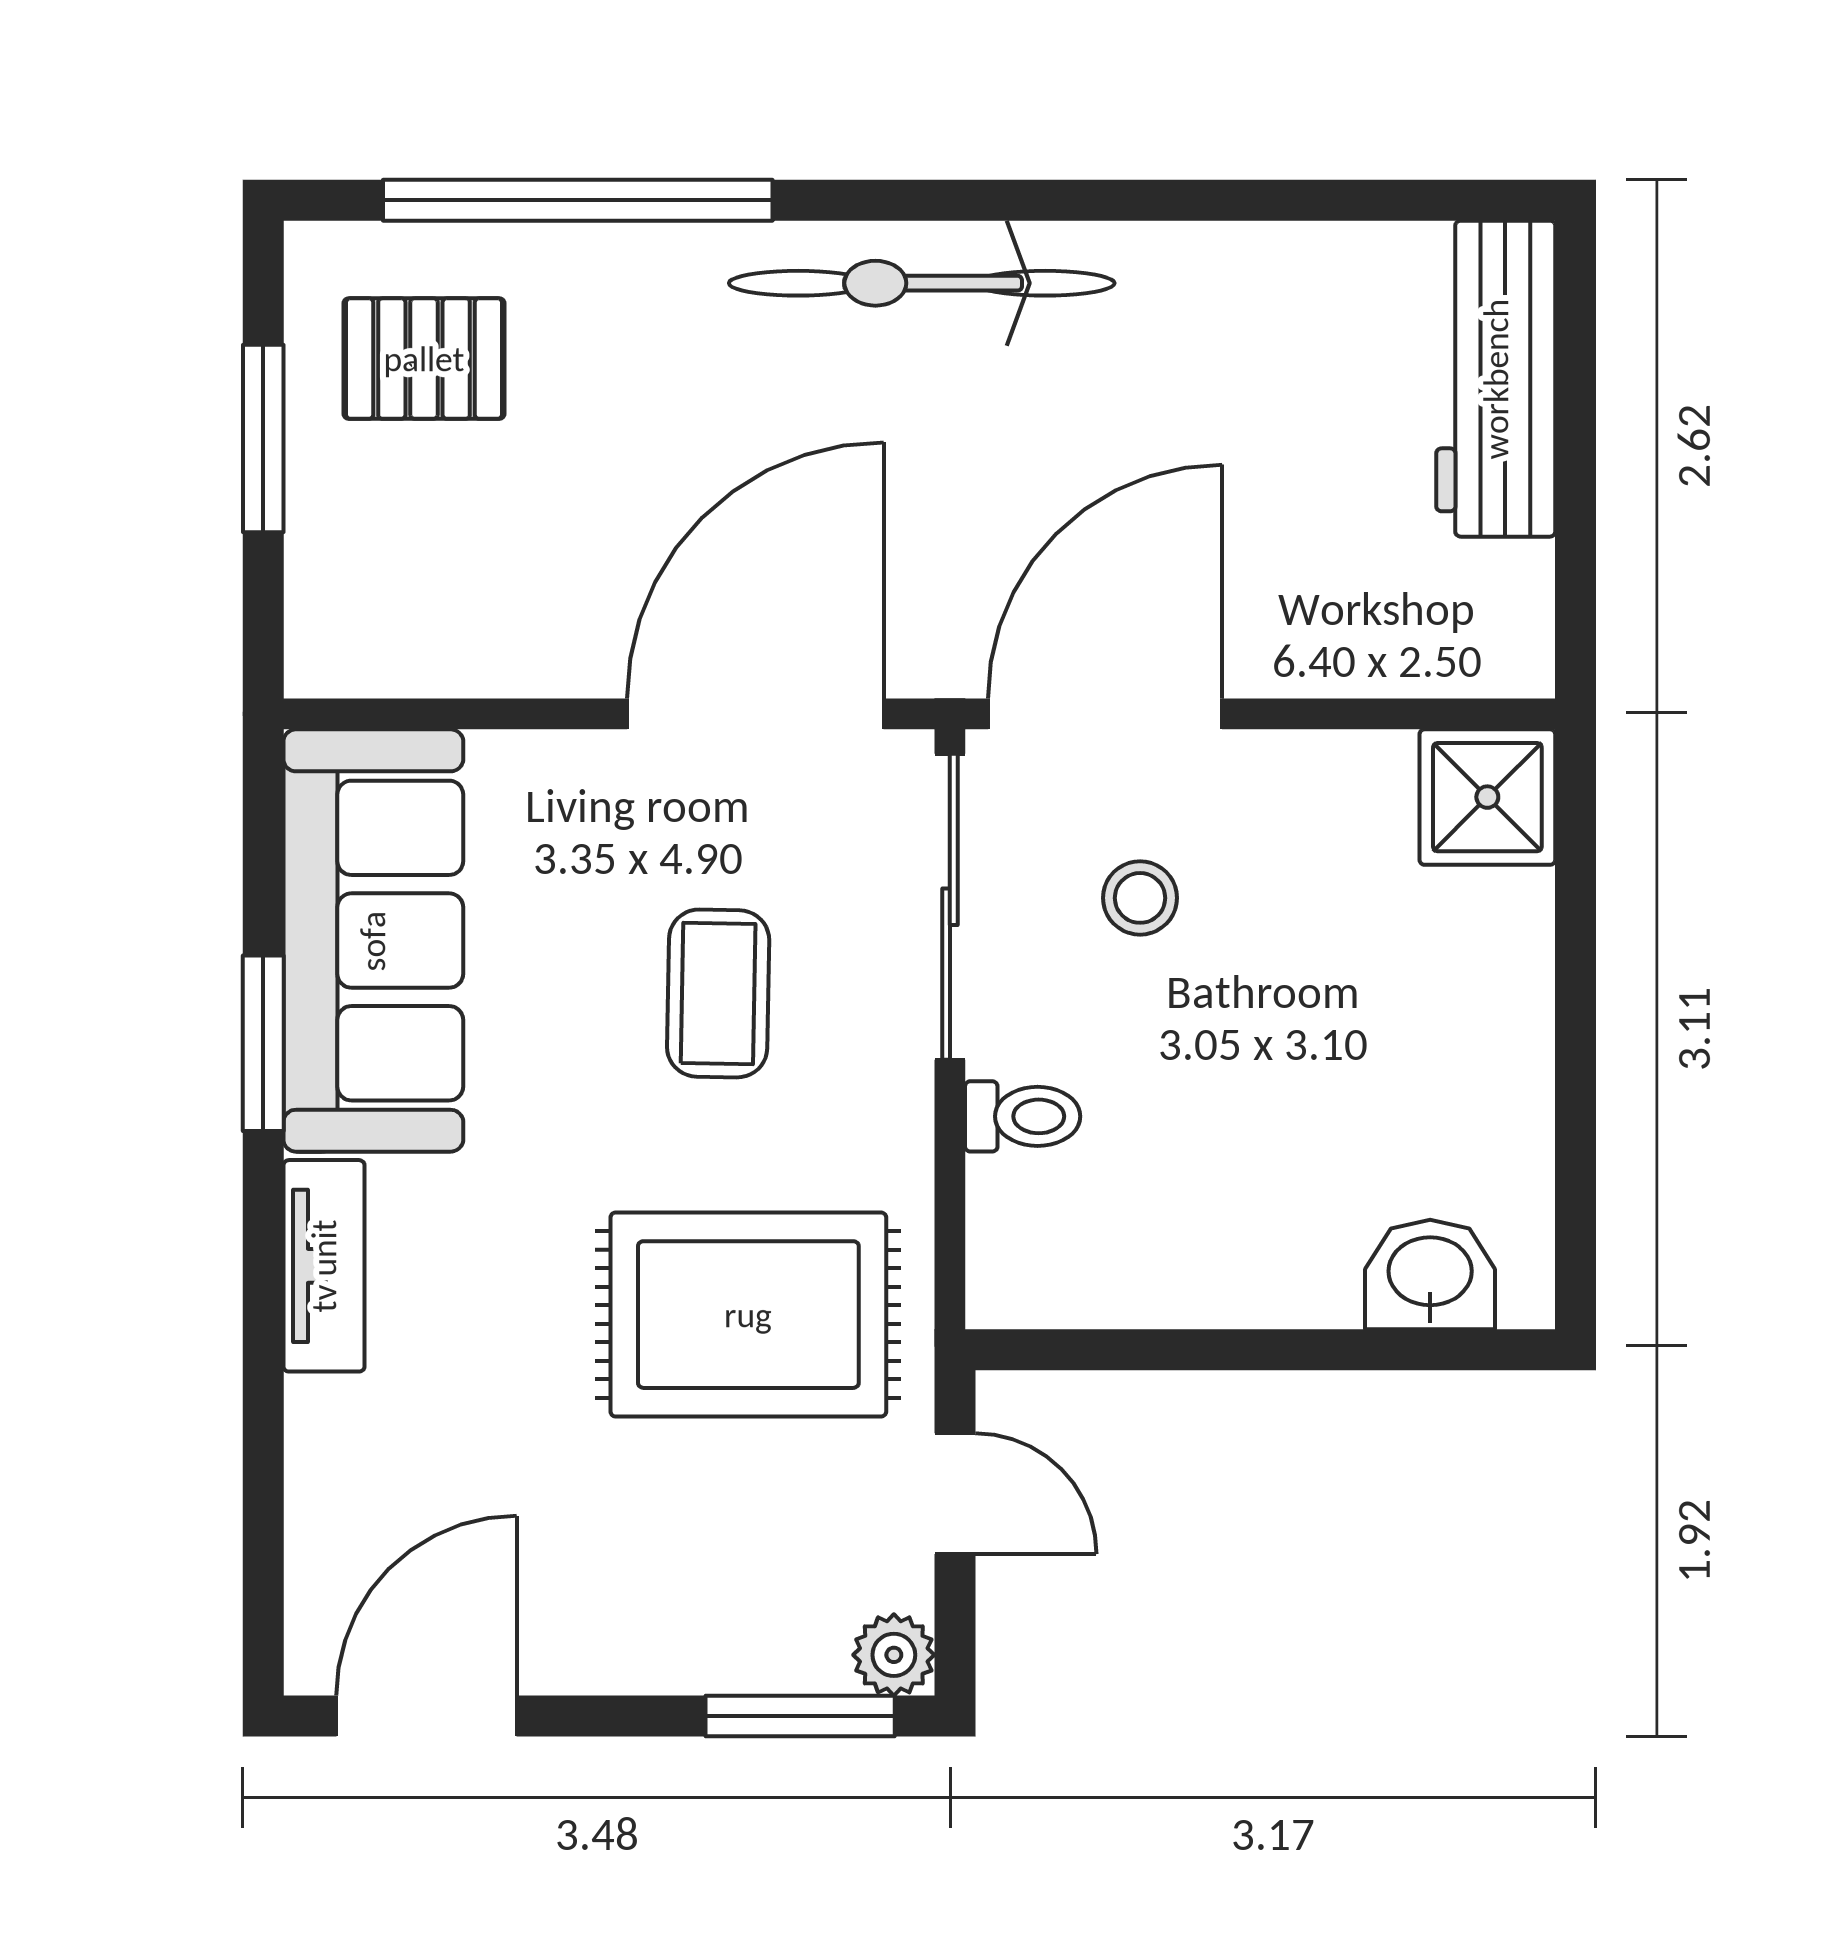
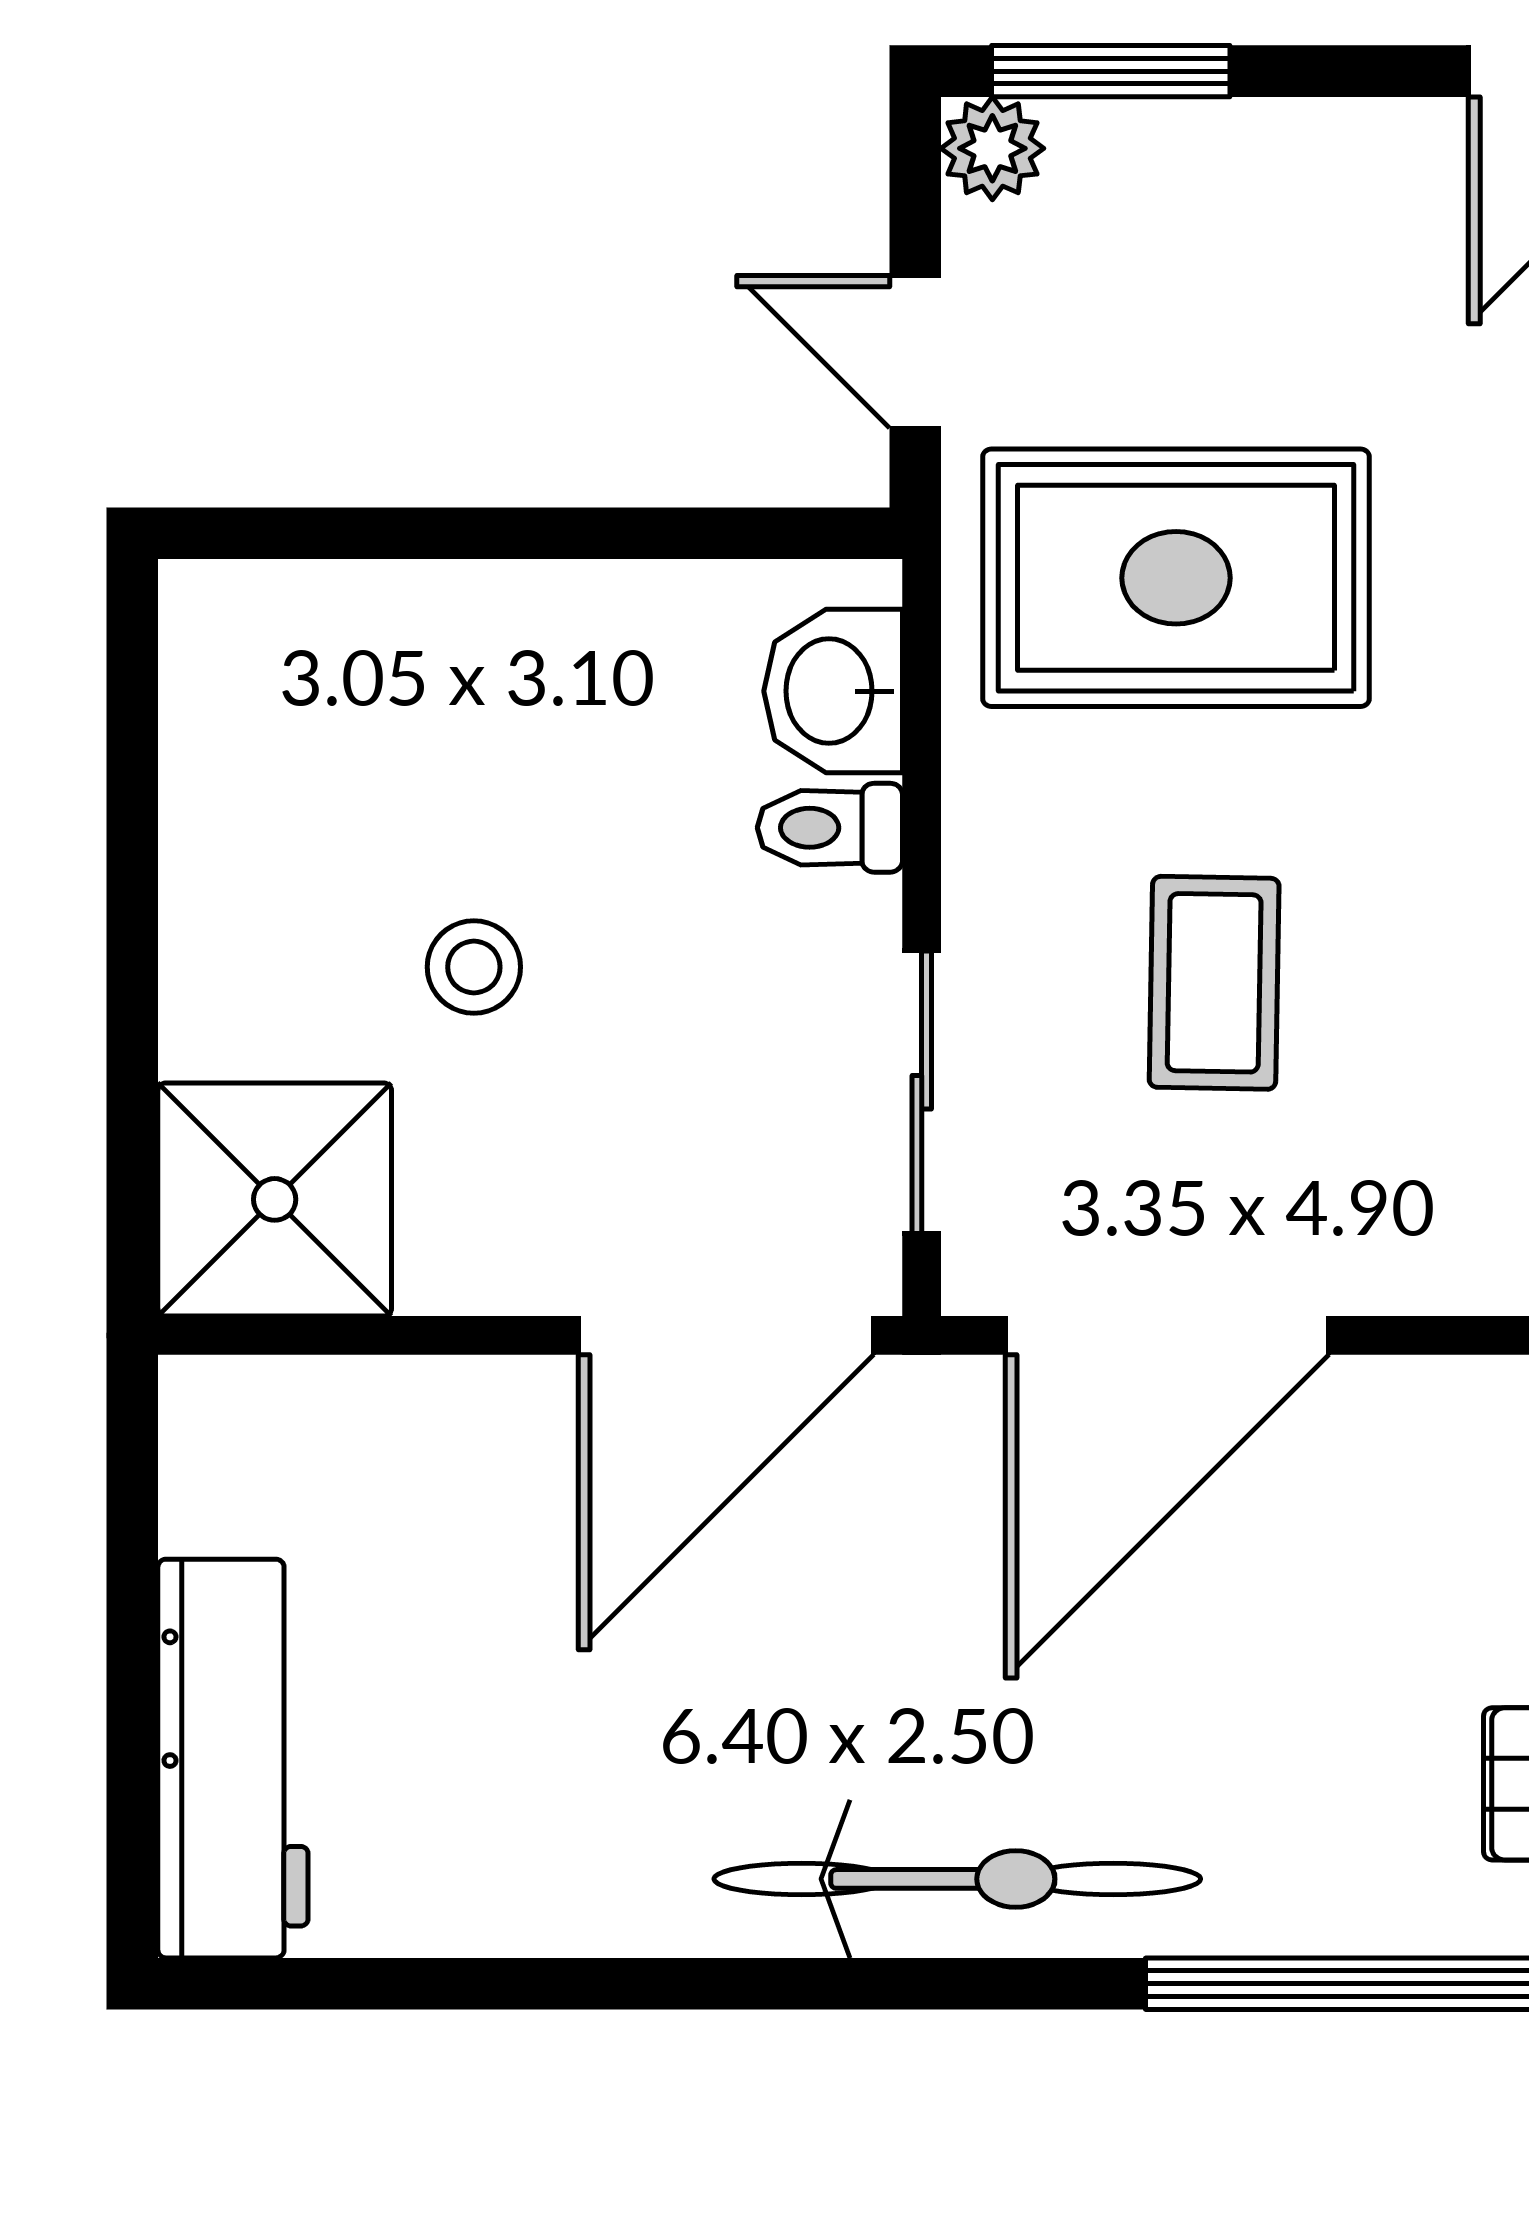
shower: (1487, 797) -> (275, 1199), width x1.36, depth x1.36
stool: (1140, 898) -> (474, 967), moved
sliding door: (950, 907) -> (922, 1092), width x0.73
washbasin: (1430, 1275) -> (833, 691), moved, turned 90

